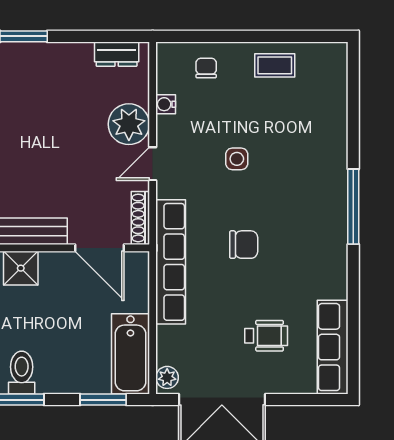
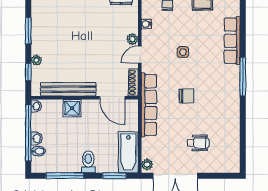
plant: (129, 124) -> (132, 39), width x0.53, depth x0.53
row of seats: (333, 347) -> (232, 41), moved
toilet: (22, 373) -> (88, 162), moved

